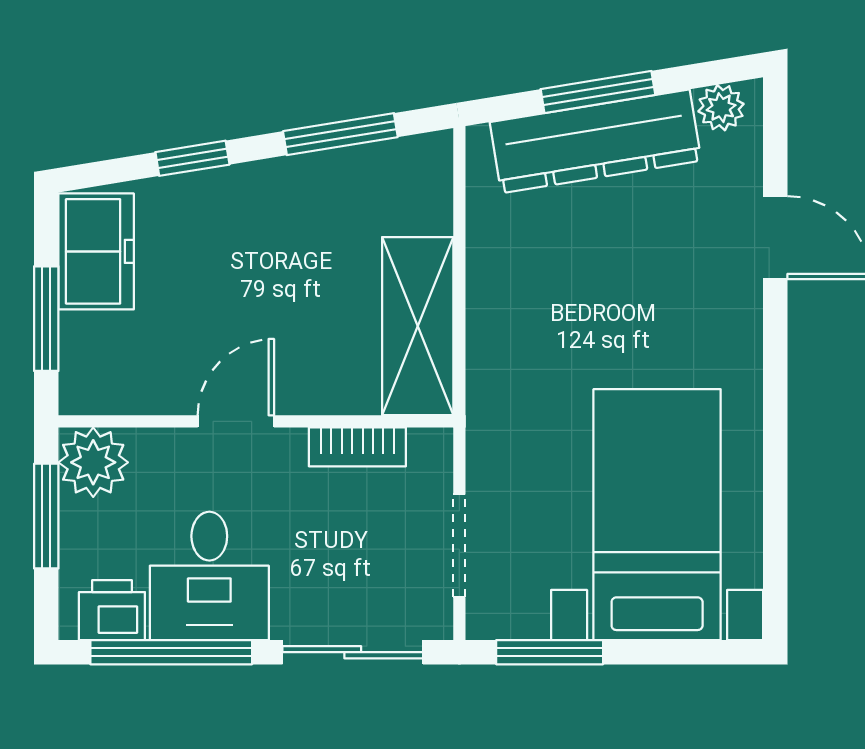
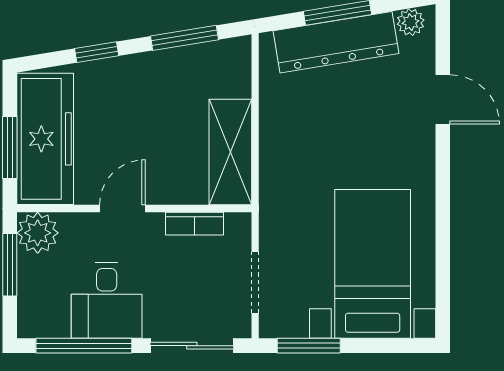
freezer: (96, 251) -> (45, 139), width x1.91, depth x1.26
printer: (112, 610) -> (49, 321), removed

